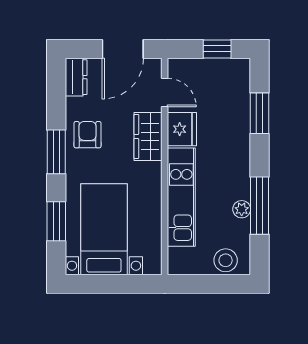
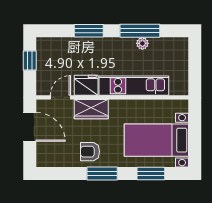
dresser: (76, 77) -> (50, 160), removed
window: (260, 113) -> (89, 31), moved
stool: (226, 260) -> (178, 55), removed

